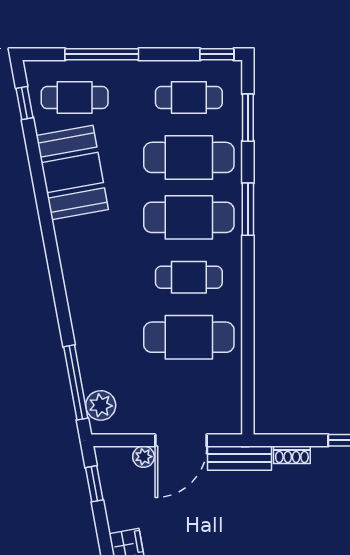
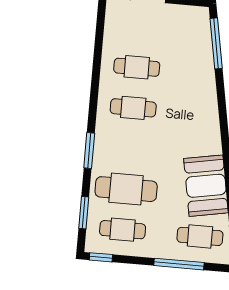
cafe table: (189, 217) -> (130, 148), removed
cafe table: (189, 337) -> (137, 67), width x0.73, depth x0.74
plant: (101, 405) -> (201, 26), removed

